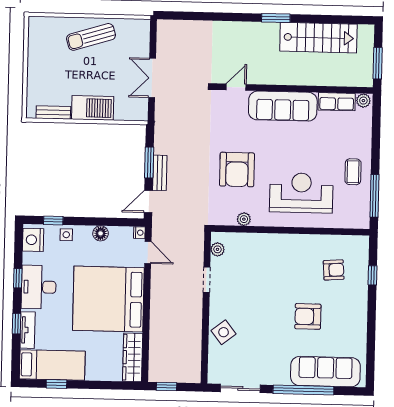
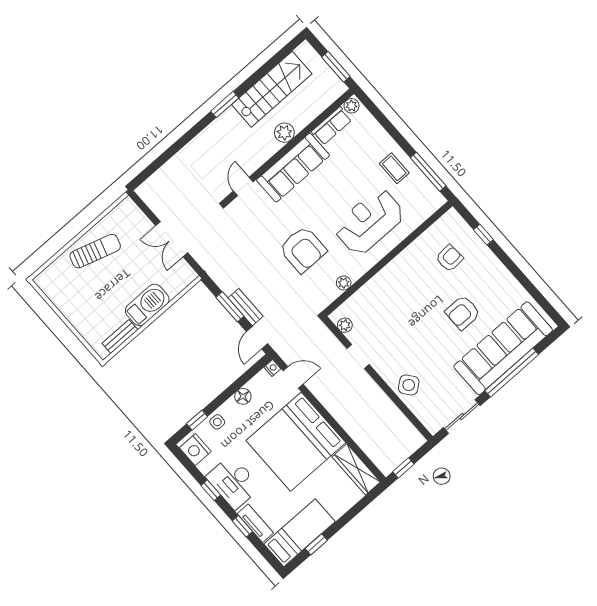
sun lounger: (91, 37) -> (95, 251), turned -146
plant: (299, 76) -> (284, 133), added
sofa: (325, 372) -> (503, 348), width x1.36, depth x1.27

